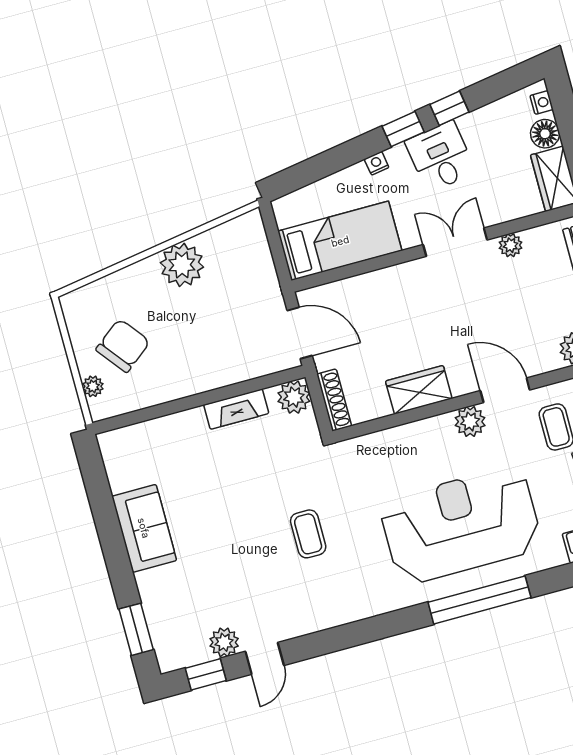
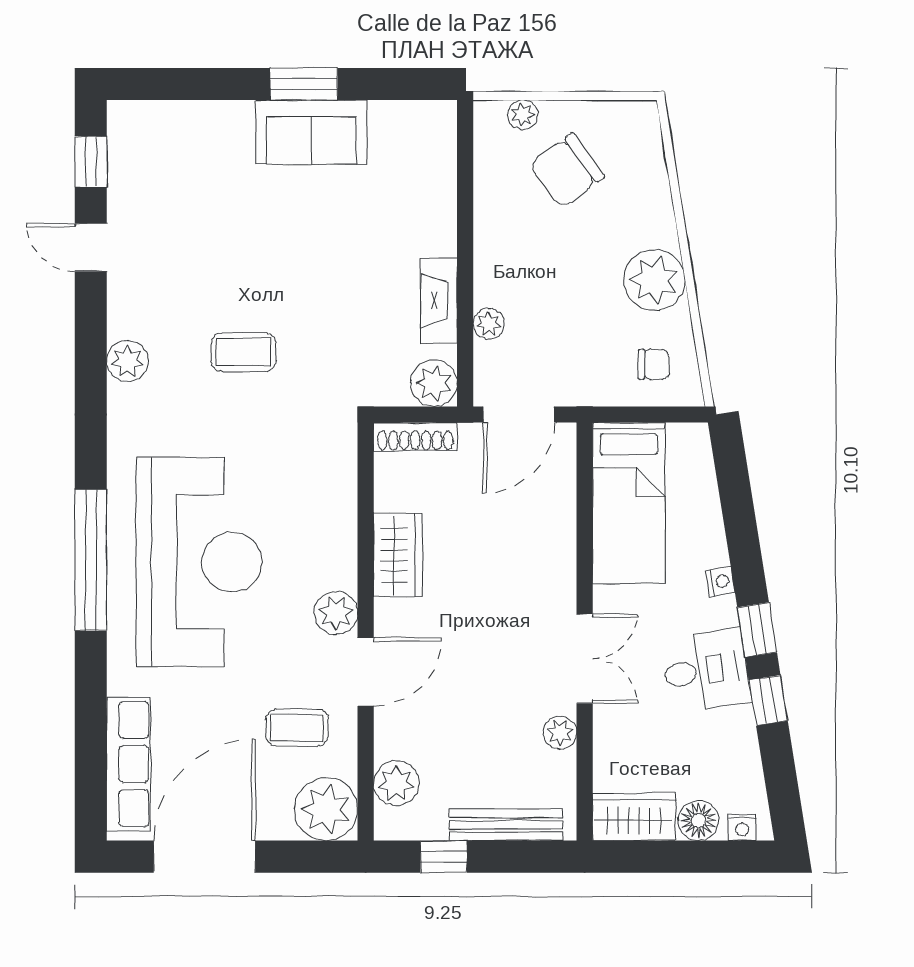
chair: (240, 250) -> (654, 364), added
chair: (123, 346) -> (567, 171), turned 92
plant: (243, 371) -> (489, 324), added
window: (136, 629) -> (304, 84), moved
plant: (224, 642) -> (127, 361), moved

